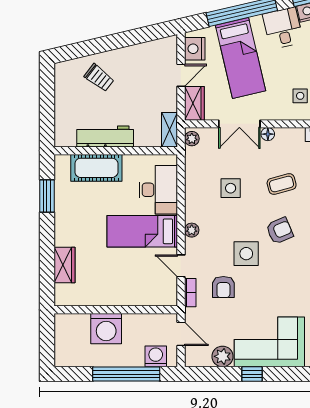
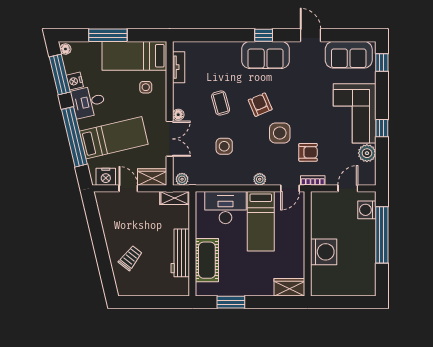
wall: (116, 310) -> (308, 244), moved
washing machine: (106, 329) -> (324, 252), moved

